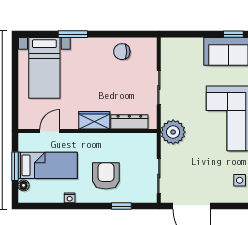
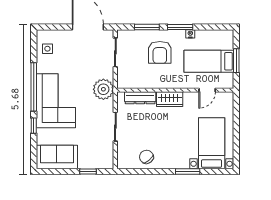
window: (233, 34) -> (88, 172), moved
chair: (122, 52) -> (146, 157), turned -129
floor lamp: (24, 185) -> (229, 44), removed
window: (82, 206) -> (180, 27), added
window: (121, 206) -> (147, 27), width x1.50

